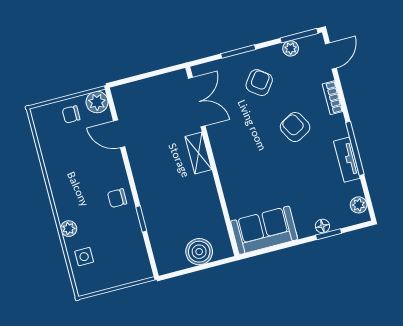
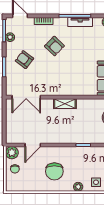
double door: (197, 102) -> (26, 97), swing flipped
armchair: (295, 127) -> (54, 46), turned -107
shelving: (198, 153) -> (65, 104), moved
chair: (117, 198) -> (54, 171), moved, width x1.87, depth x1.87

